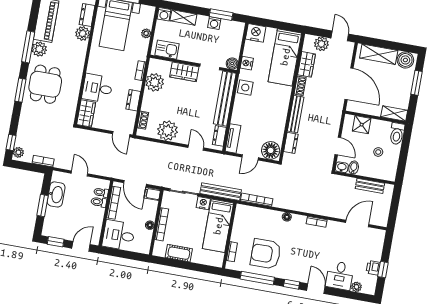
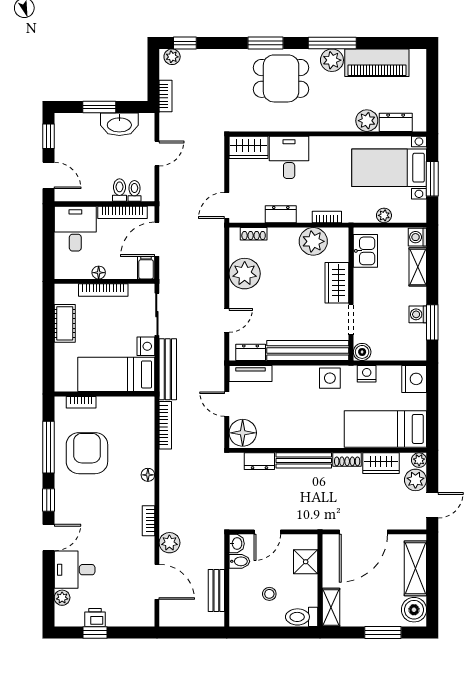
plant: (309, 39) -> (419, 460), added
plant: (333, 211) -> (169, 543), added

